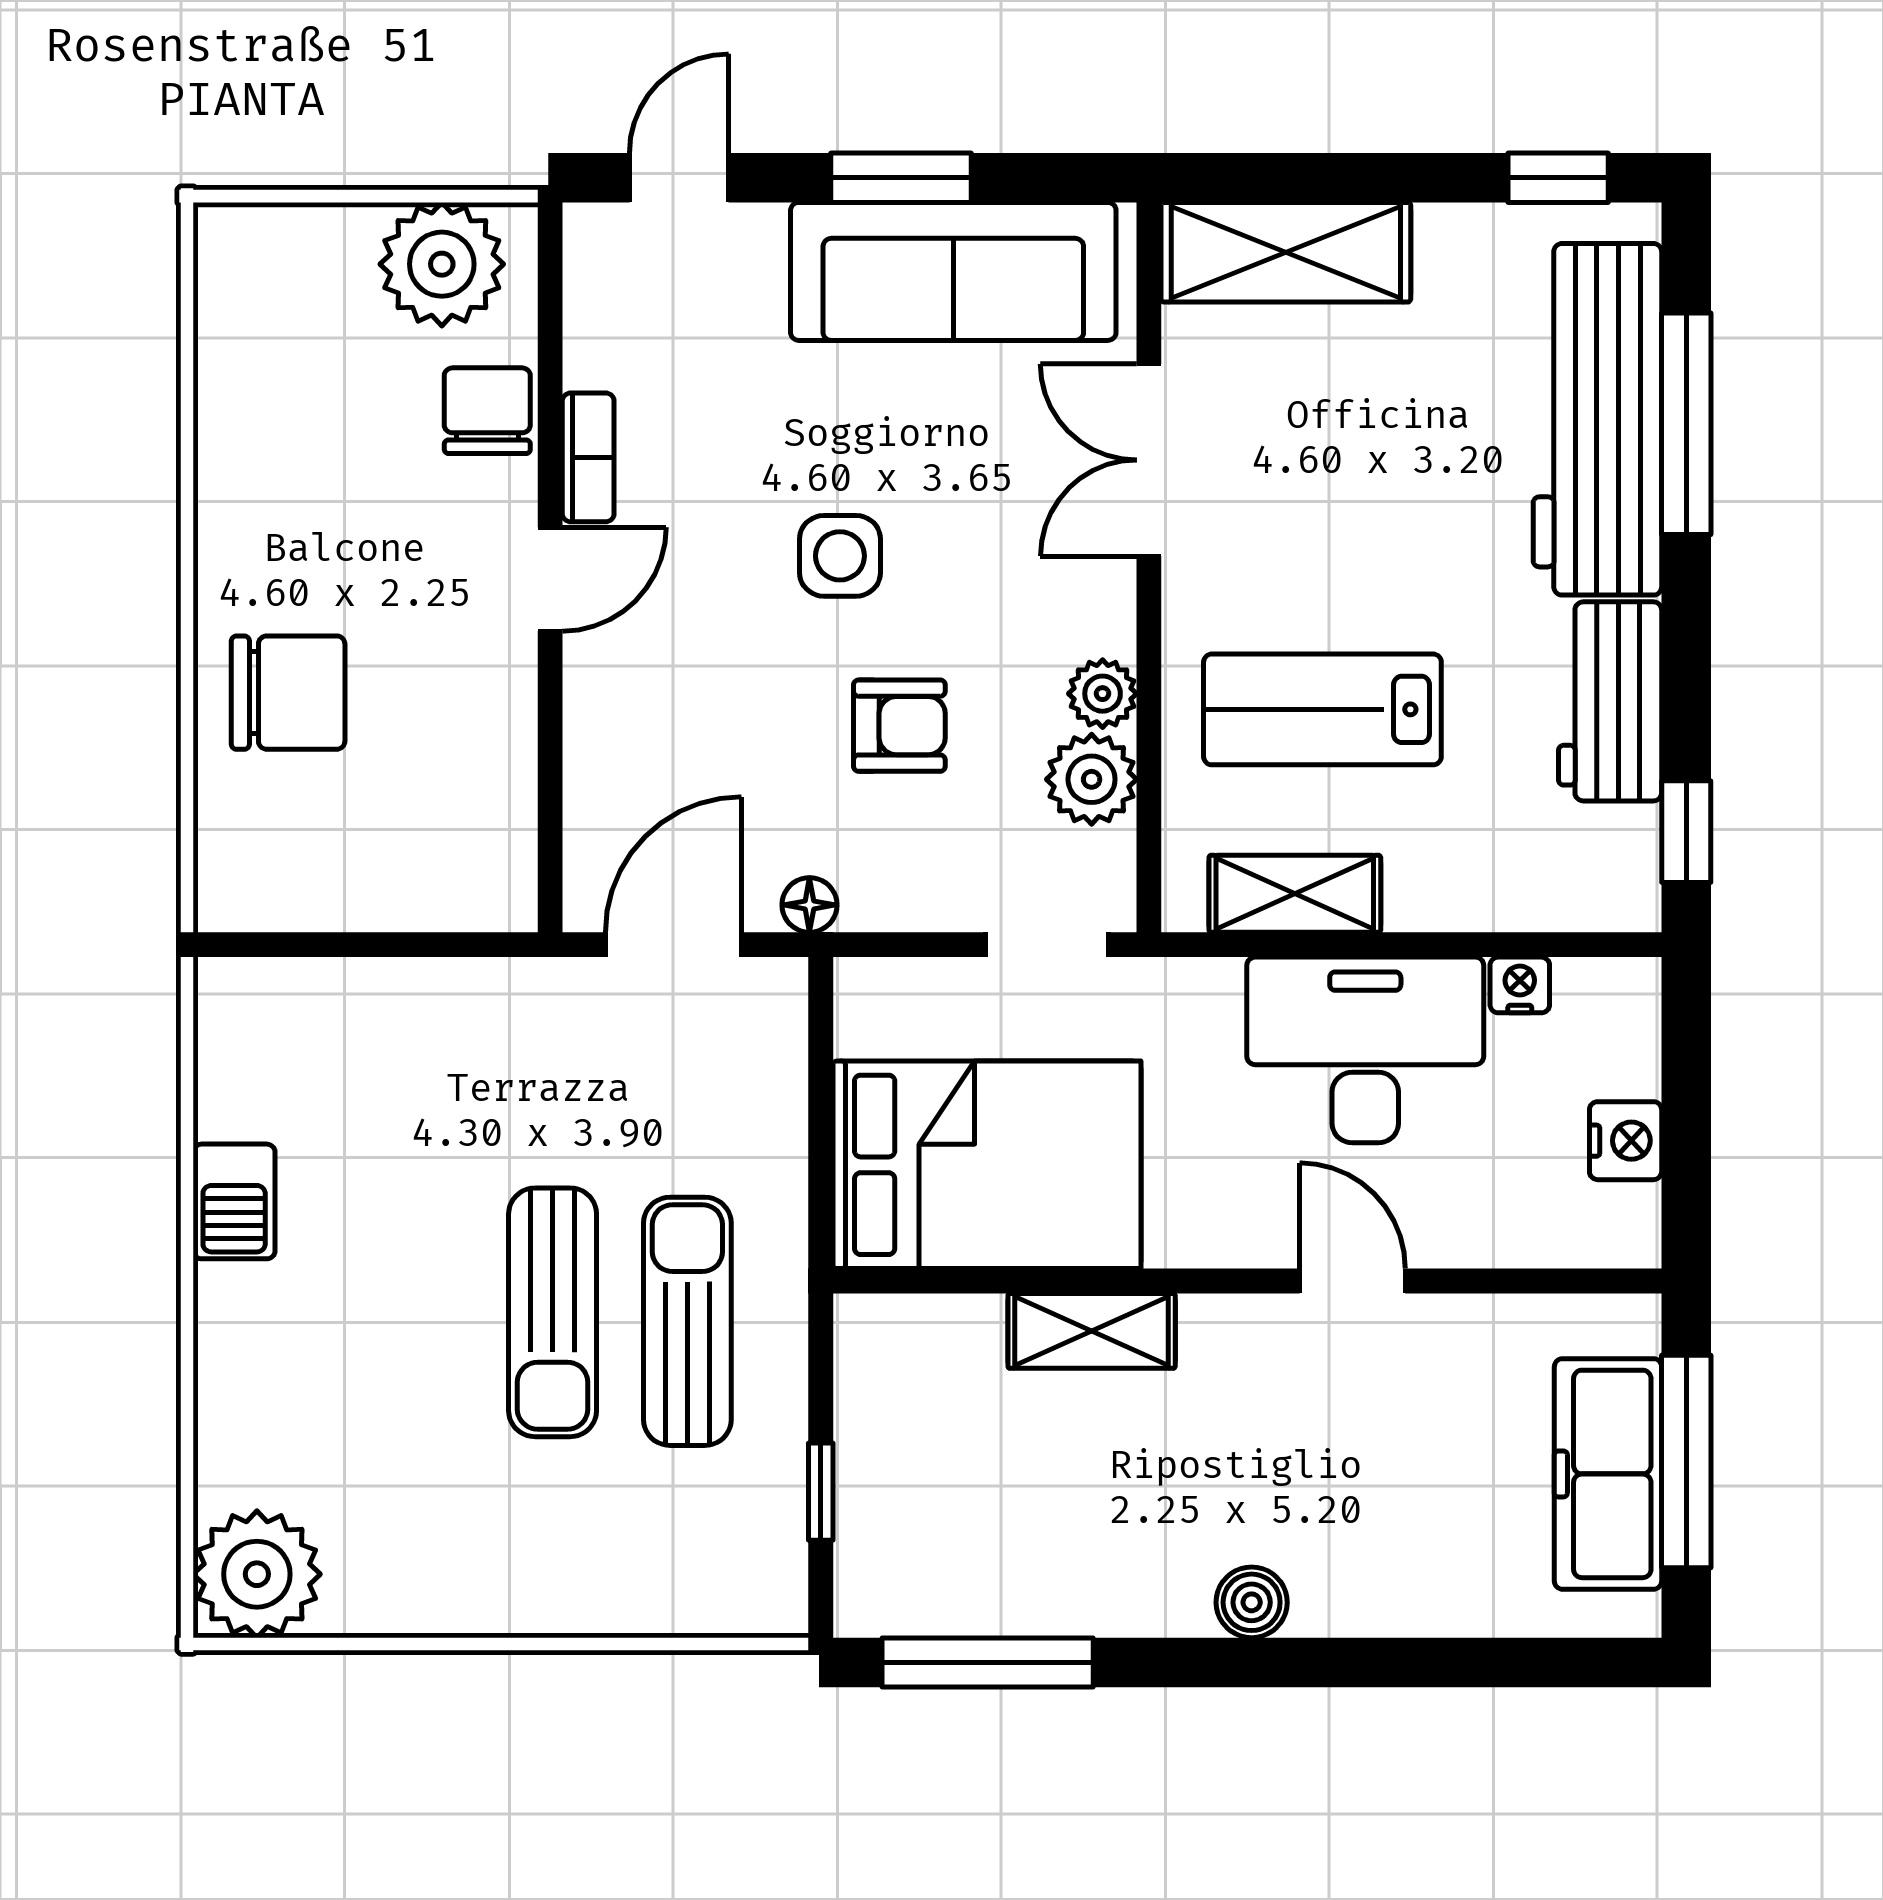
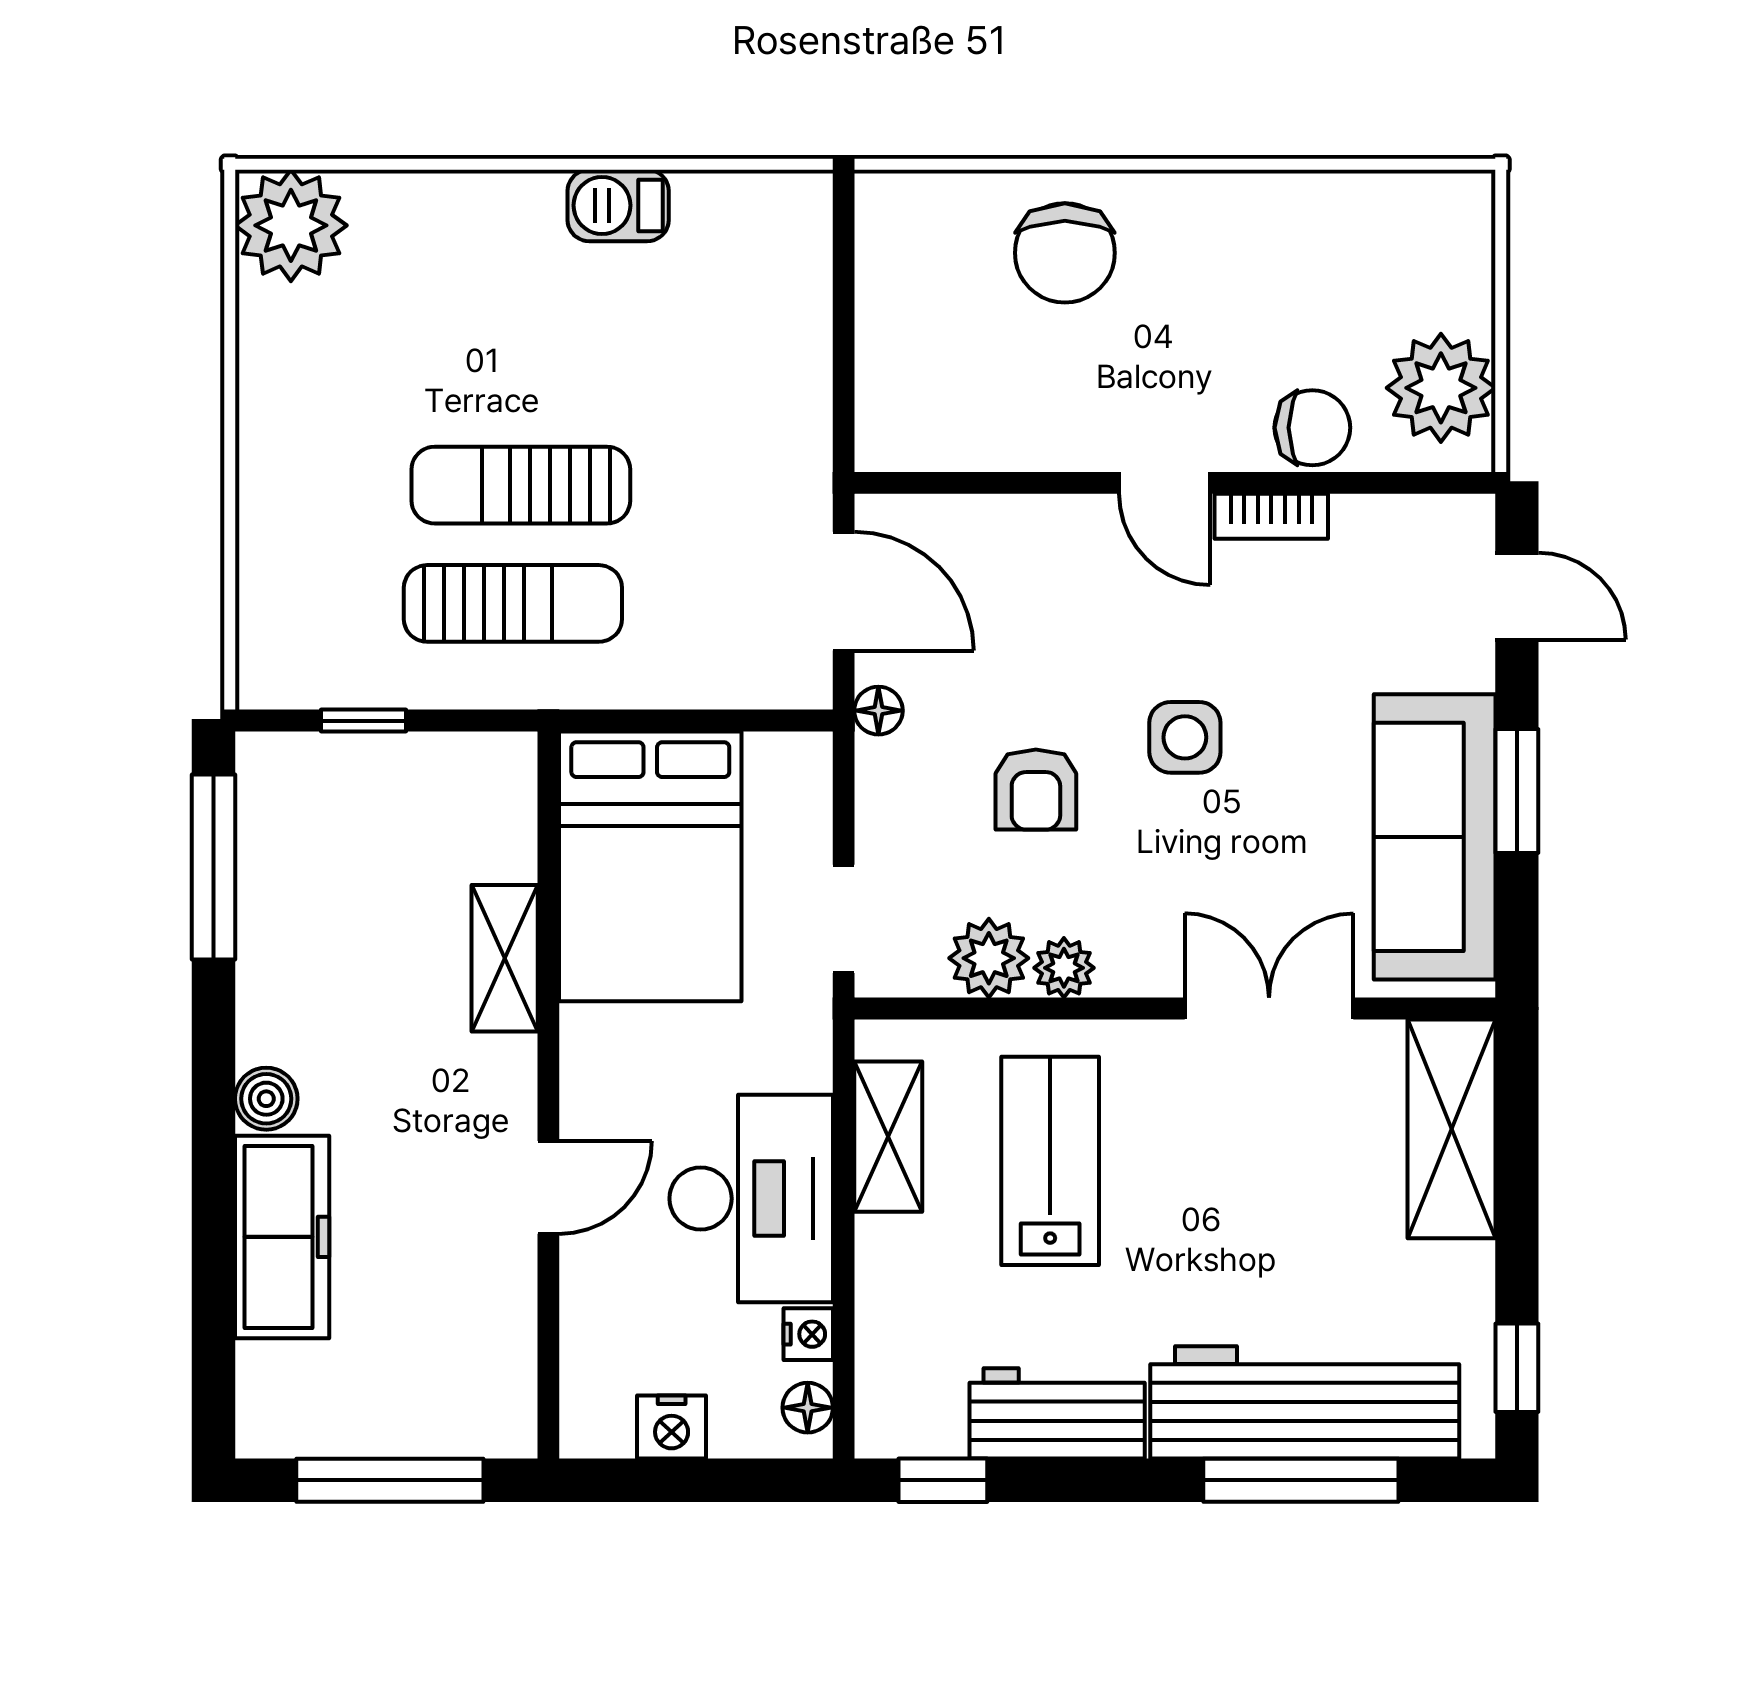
floor lamp: (1604, 986) -> (808, 1408), added
freezer: (1608, 1474) -> (282, 1237), moved, turned 90

